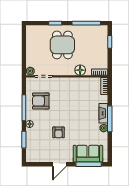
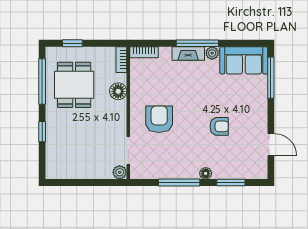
dining table: (62, 45) -> (74, 85), moved, turned 90
armchair: (41, 101) -> (159, 119), moved, turned 180
sofa: (88, 154) -> (244, 60), moved, turned -90
door: (59, 164) -> (271, 145), moved

